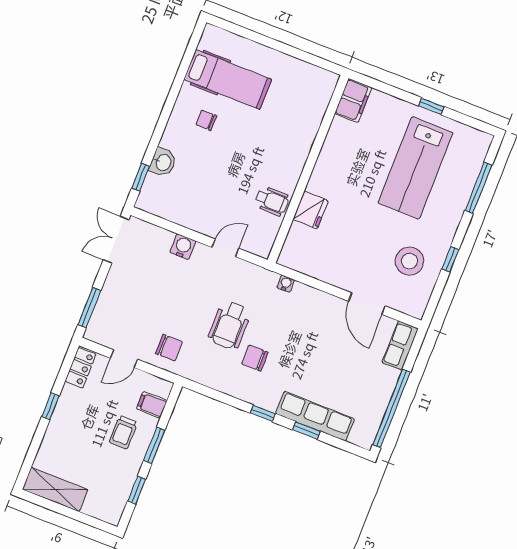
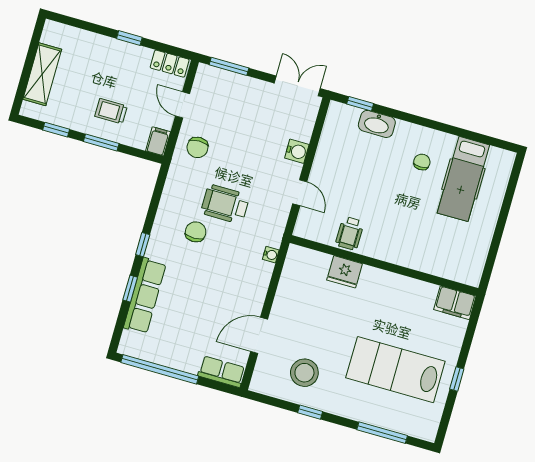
washbasin: (163, 162) -> (377, 124), width x1.38
filing cabinet: (152, 405) -> (158, 141), moved
shelving: (55, 490) -> (42, 74), moved

